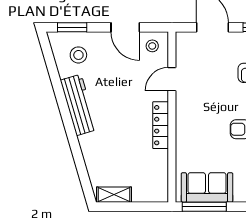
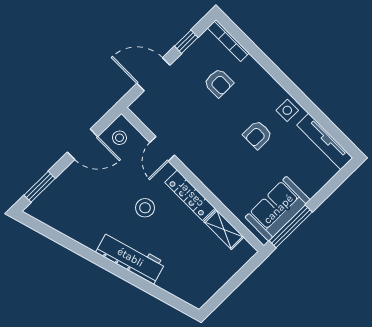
stool: (78, 55) -> (145, 208), moved
workbench: (79, 105) -> (131, 257), moved
shelving: (114, 195) -> (224, 229), moved, turned 90

